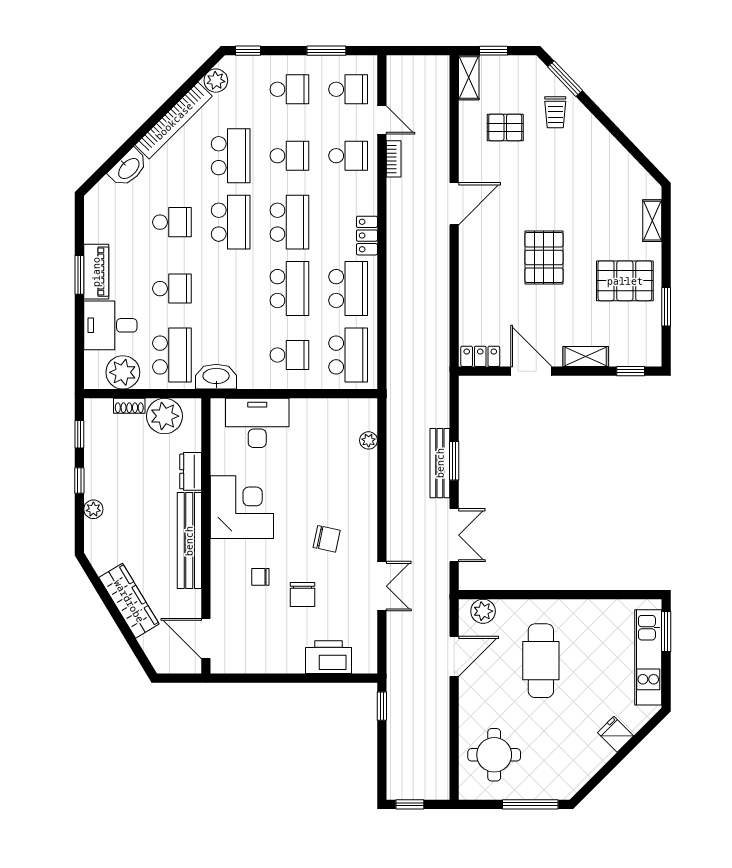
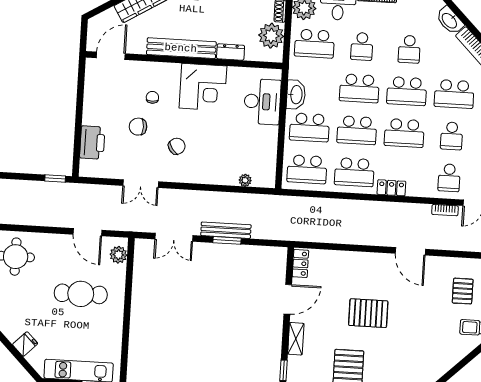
school desk: (231, 289) -> (359, 88), added
school desk: (289, 355) -> (309, 127), width x1.85
washbasin: (216, 377) -> (296, 95), moved
chair: (327, 539) -> (177, 146), turned -137

